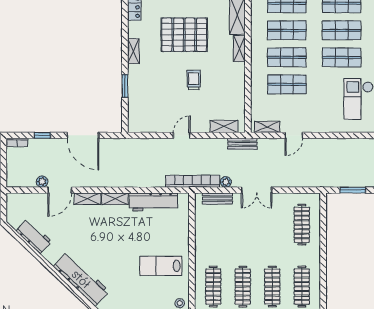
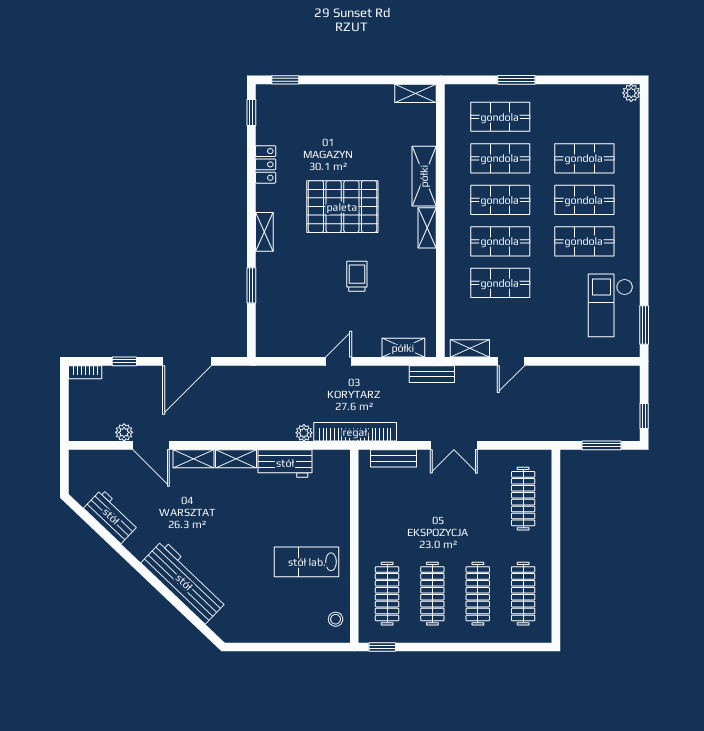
door: (83, 135) -> (187, 361), hinge flipped
plant: (226, 182) -> (304, 433), moved
door: (60, 190) -> (151, 445), hinge flipped
workbench: (153, 202) -> (285, 463), width x0.73

